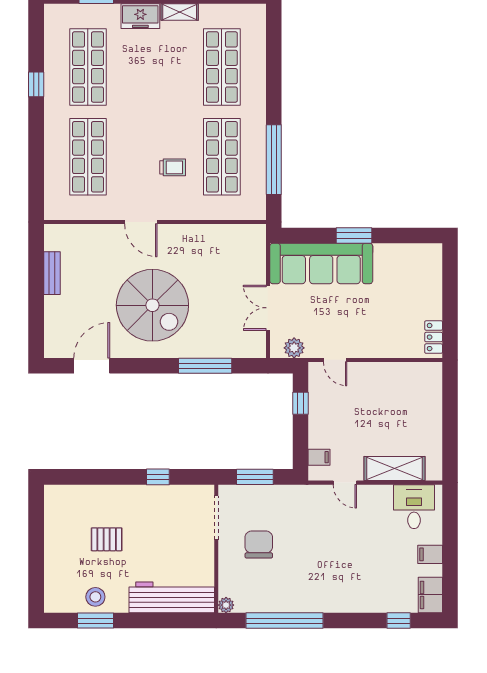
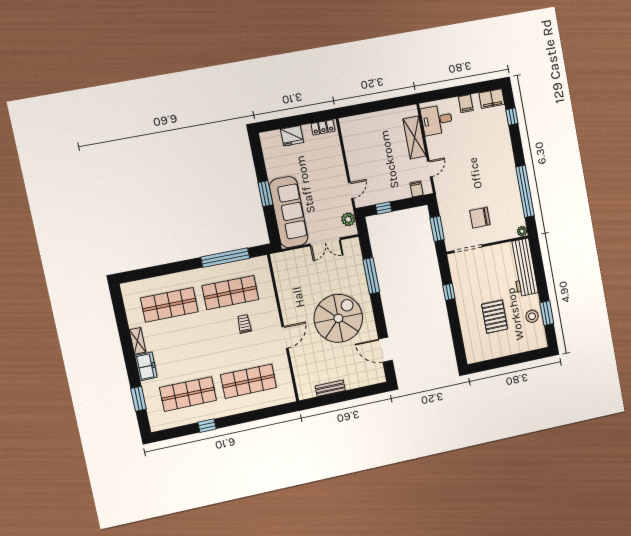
fridge: (430, 290) -> (292, 136), added
pallet: (107, 539) -> (495, 317), width x1.50, depth x1.42

